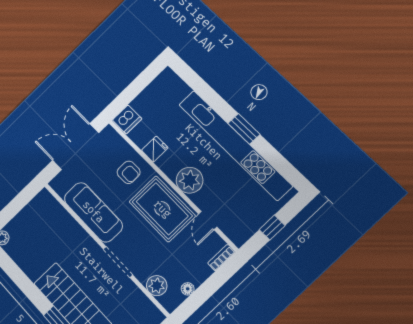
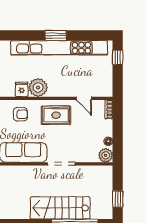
plant: (190, 180) -> (38, 88), moved
rug: (162, 209) -> (56, 115), width x0.73, depth x0.70
window: (272, 228) -> (118, 57), moved
plant: (157, 286) -> (106, 155), moved

